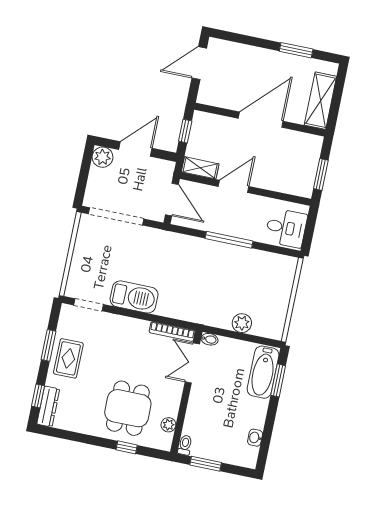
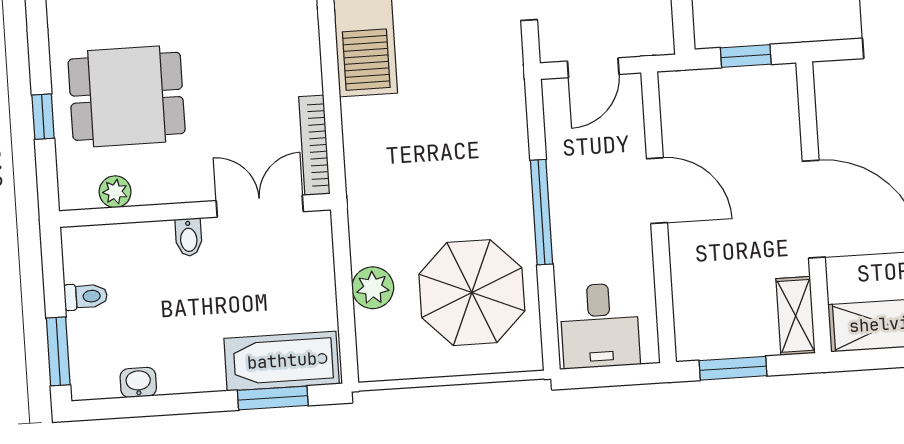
shelving: (200, 168) -> (796, 316), moved
door: (172, 200) -> (593, 68), width x0.73
parasol: (256, 280) -> (472, 293), added
bidet: (209, 339) -> (189, 237), moved
toilet: (185, 445) -> (86, 296), moved
window: (206, 464) -> (58, 351), moved

